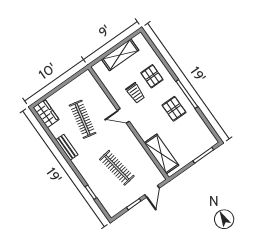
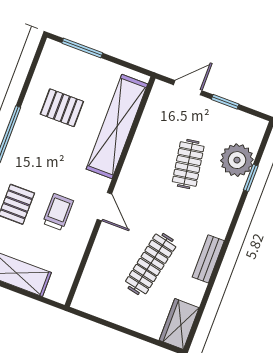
pallet: (174, 109) -> (62, 108), moved, turned 90
shelving: (161, 154) -> (117, 127), width x1.47
clothes rail: (117, 168) -> (188, 164), width x0.73
plant: (103, 191) -> (237, 160), added

